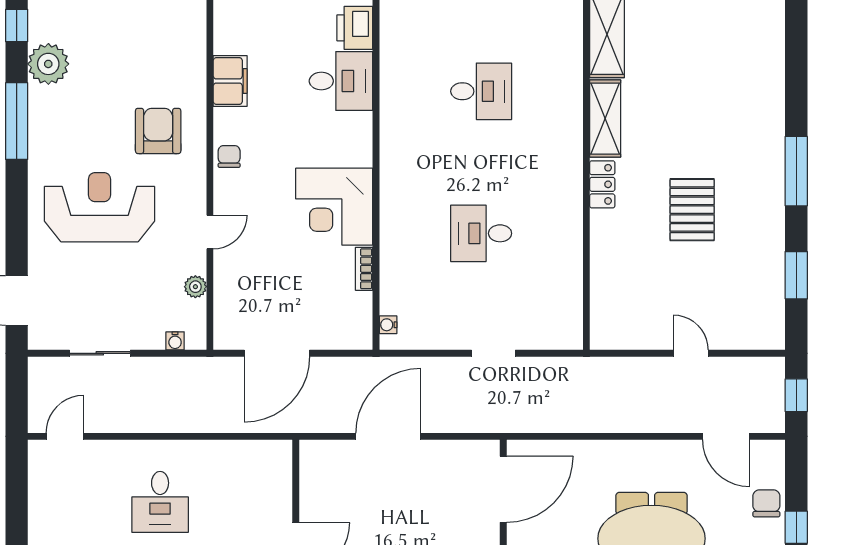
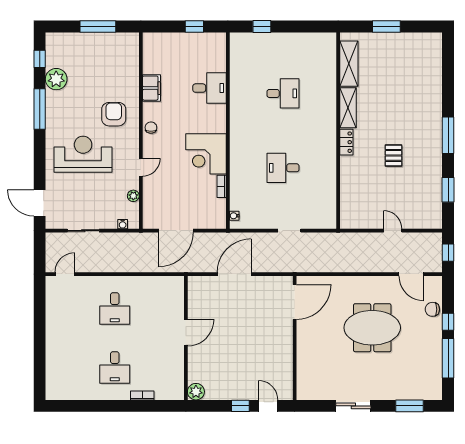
printer: (355, 28) -> (217, 60), removed
pallet: (692, 210) -> (393, 155), width x0.67, depth x0.71
chair: (766, 503) -> (432, 309), turned -90

